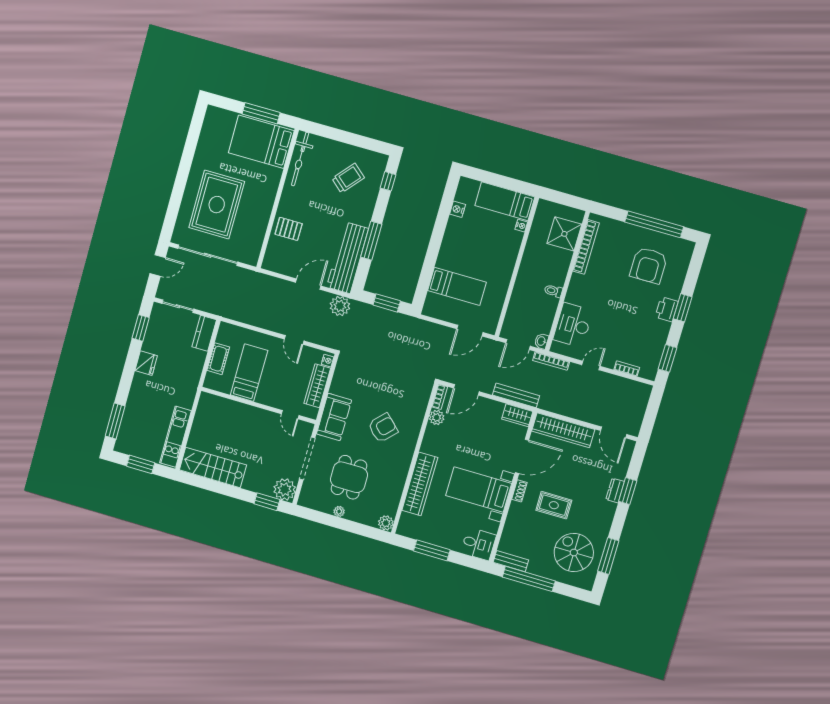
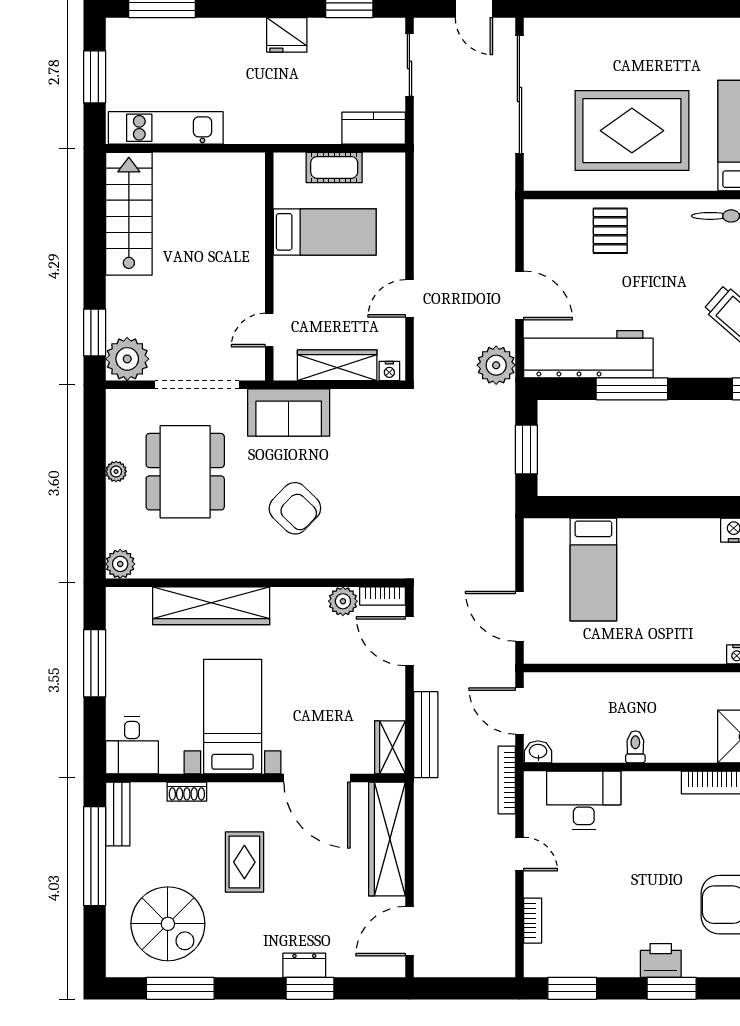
rug: (217, 205) -> (632, 131), moved
dining table: (349, 477) -> (185, 472), width x1.38
shoe rack: (519, 491) -> (187, 792), moved
spiral stairs: (574, 553) -> (168, 924), turned 90

